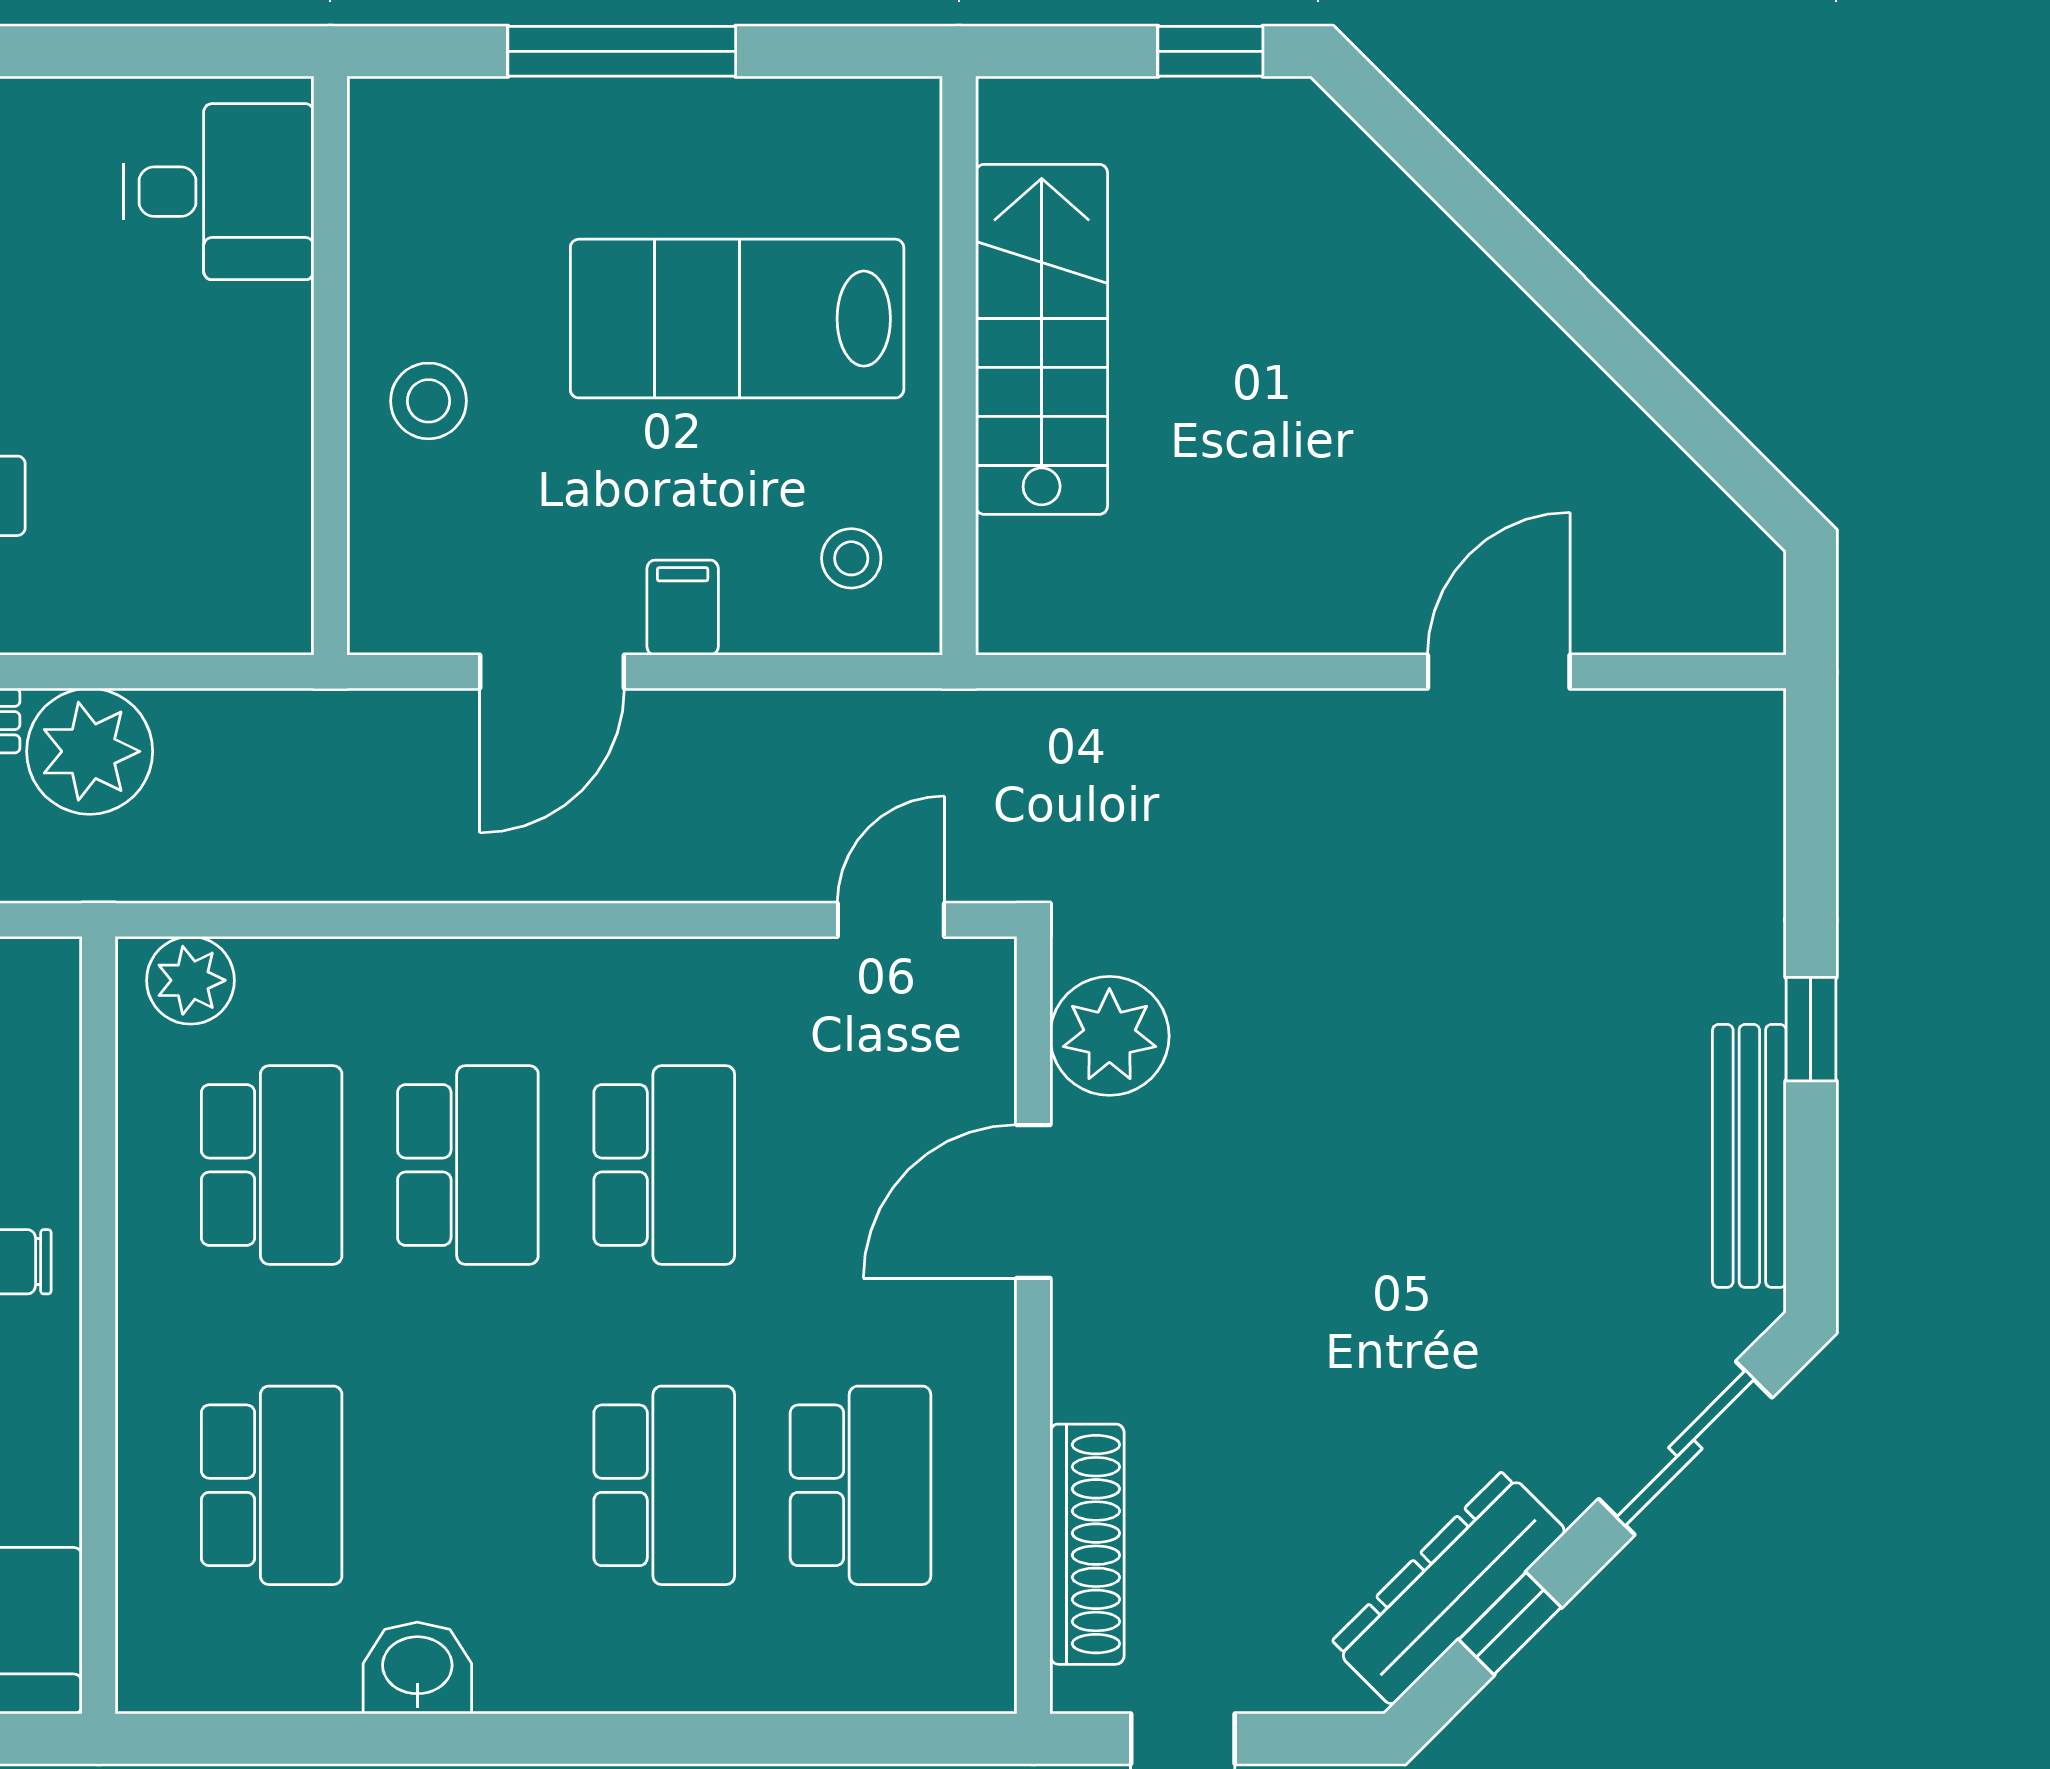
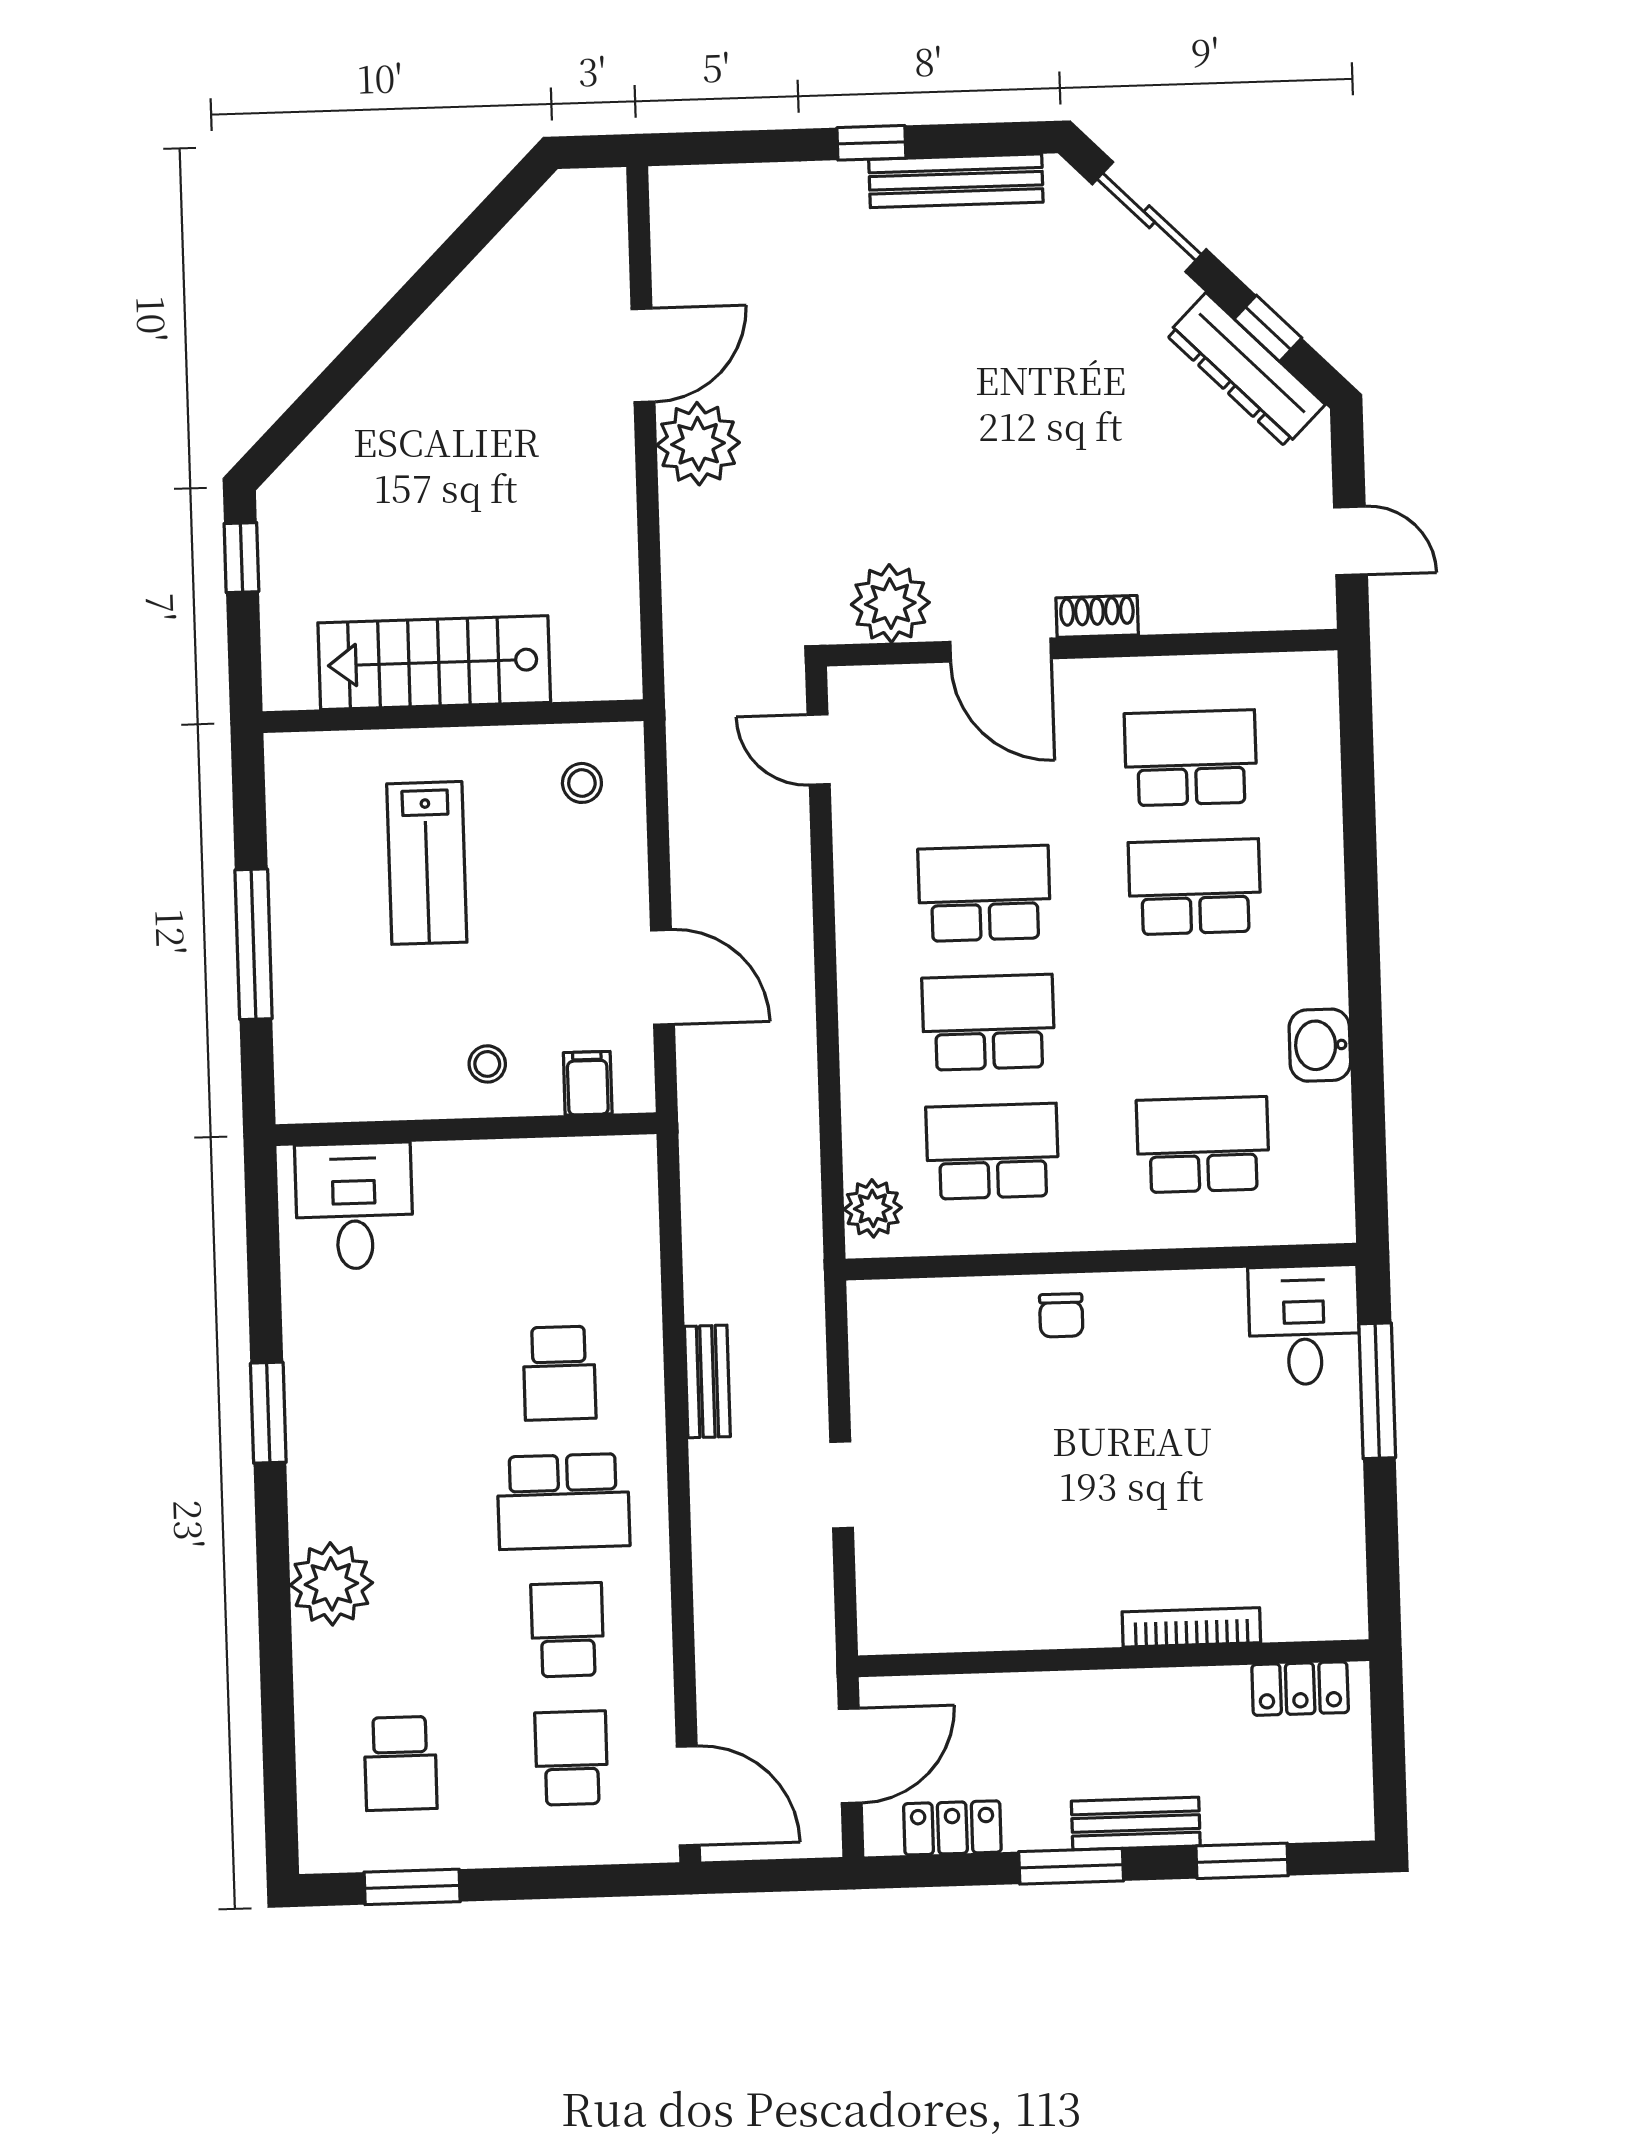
lab bench: (737, 319) -> (427, 863), width x0.73, depth x0.72
stool: (429, 401) -> (487, 1064), width x0.73, depth x0.73
filing cabinet: (683, 608) -> (588, 1083), moved, turned 90
door: (1499, 672) -> (643, 355), swing flipped
plant: (90, 751) -> (698, 444), moved
shoe rack: (1087, 1544) -> (1097, 616), moved, width x0.51, depth x0.81

